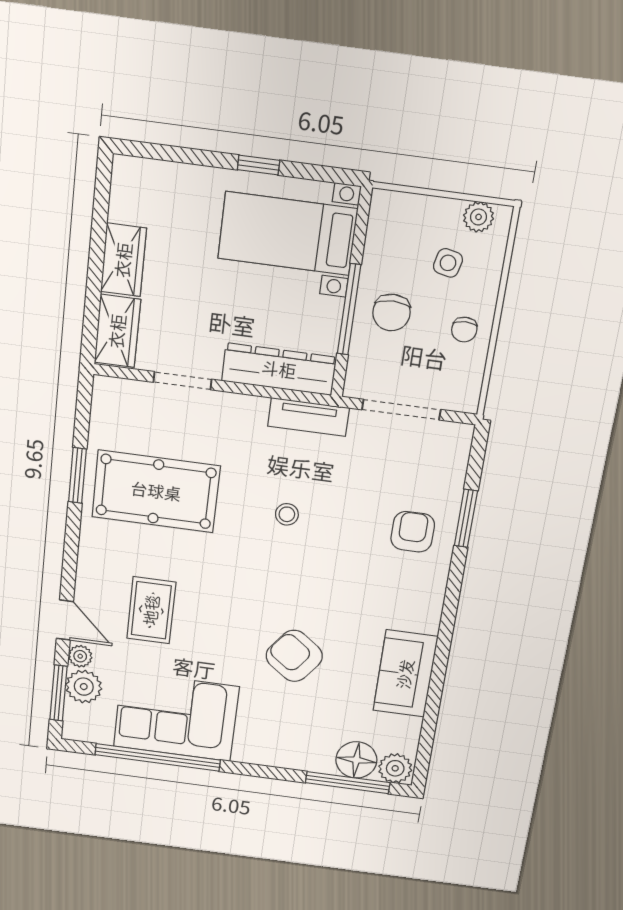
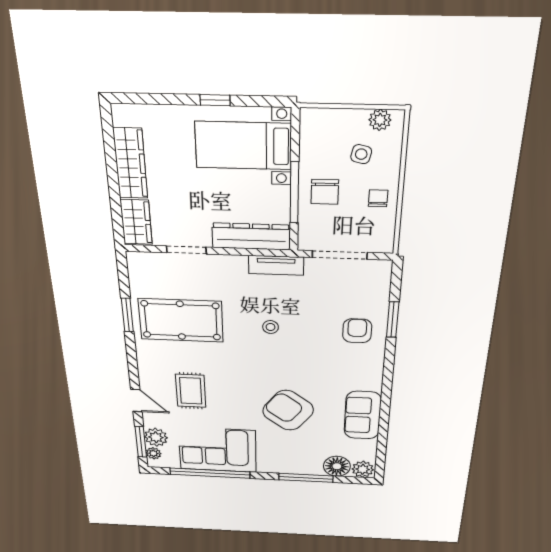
wardrobe: (123, 260) -> (130, 163), width x1.50
chair: (464, 330) -> (378, 198), turned 180
plant: (80, 656) -> (153, 453), moved
armchair: (294, 656) -> (288, 410), width x1.36, depth x1.36
window: (348, 783) -> (306, 478), moved

